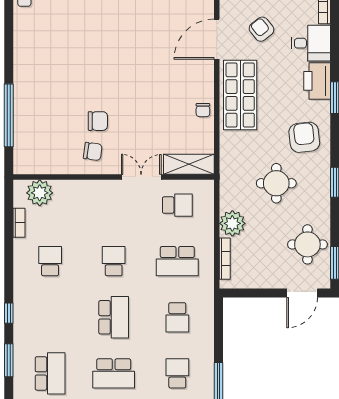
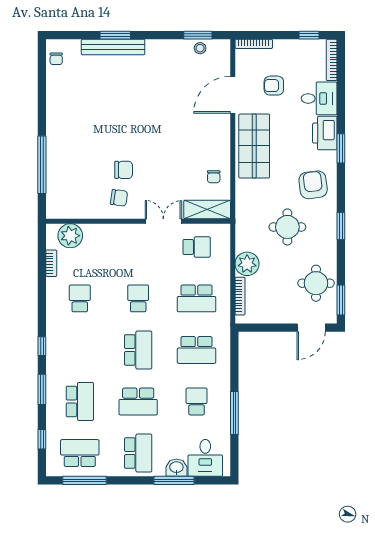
armchair: (262, 29) -> (274, 86), turned -51
chair: (203, 110) -> (214, 177), moved
school desk: (177, 317) -> (197, 350), width x1.85

